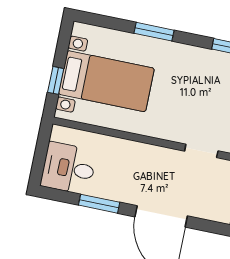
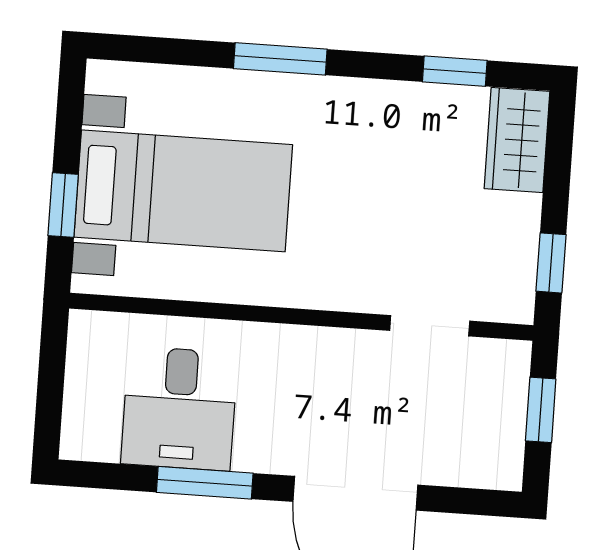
desk: (69, 168) -> (179, 408), moved, turned -90

